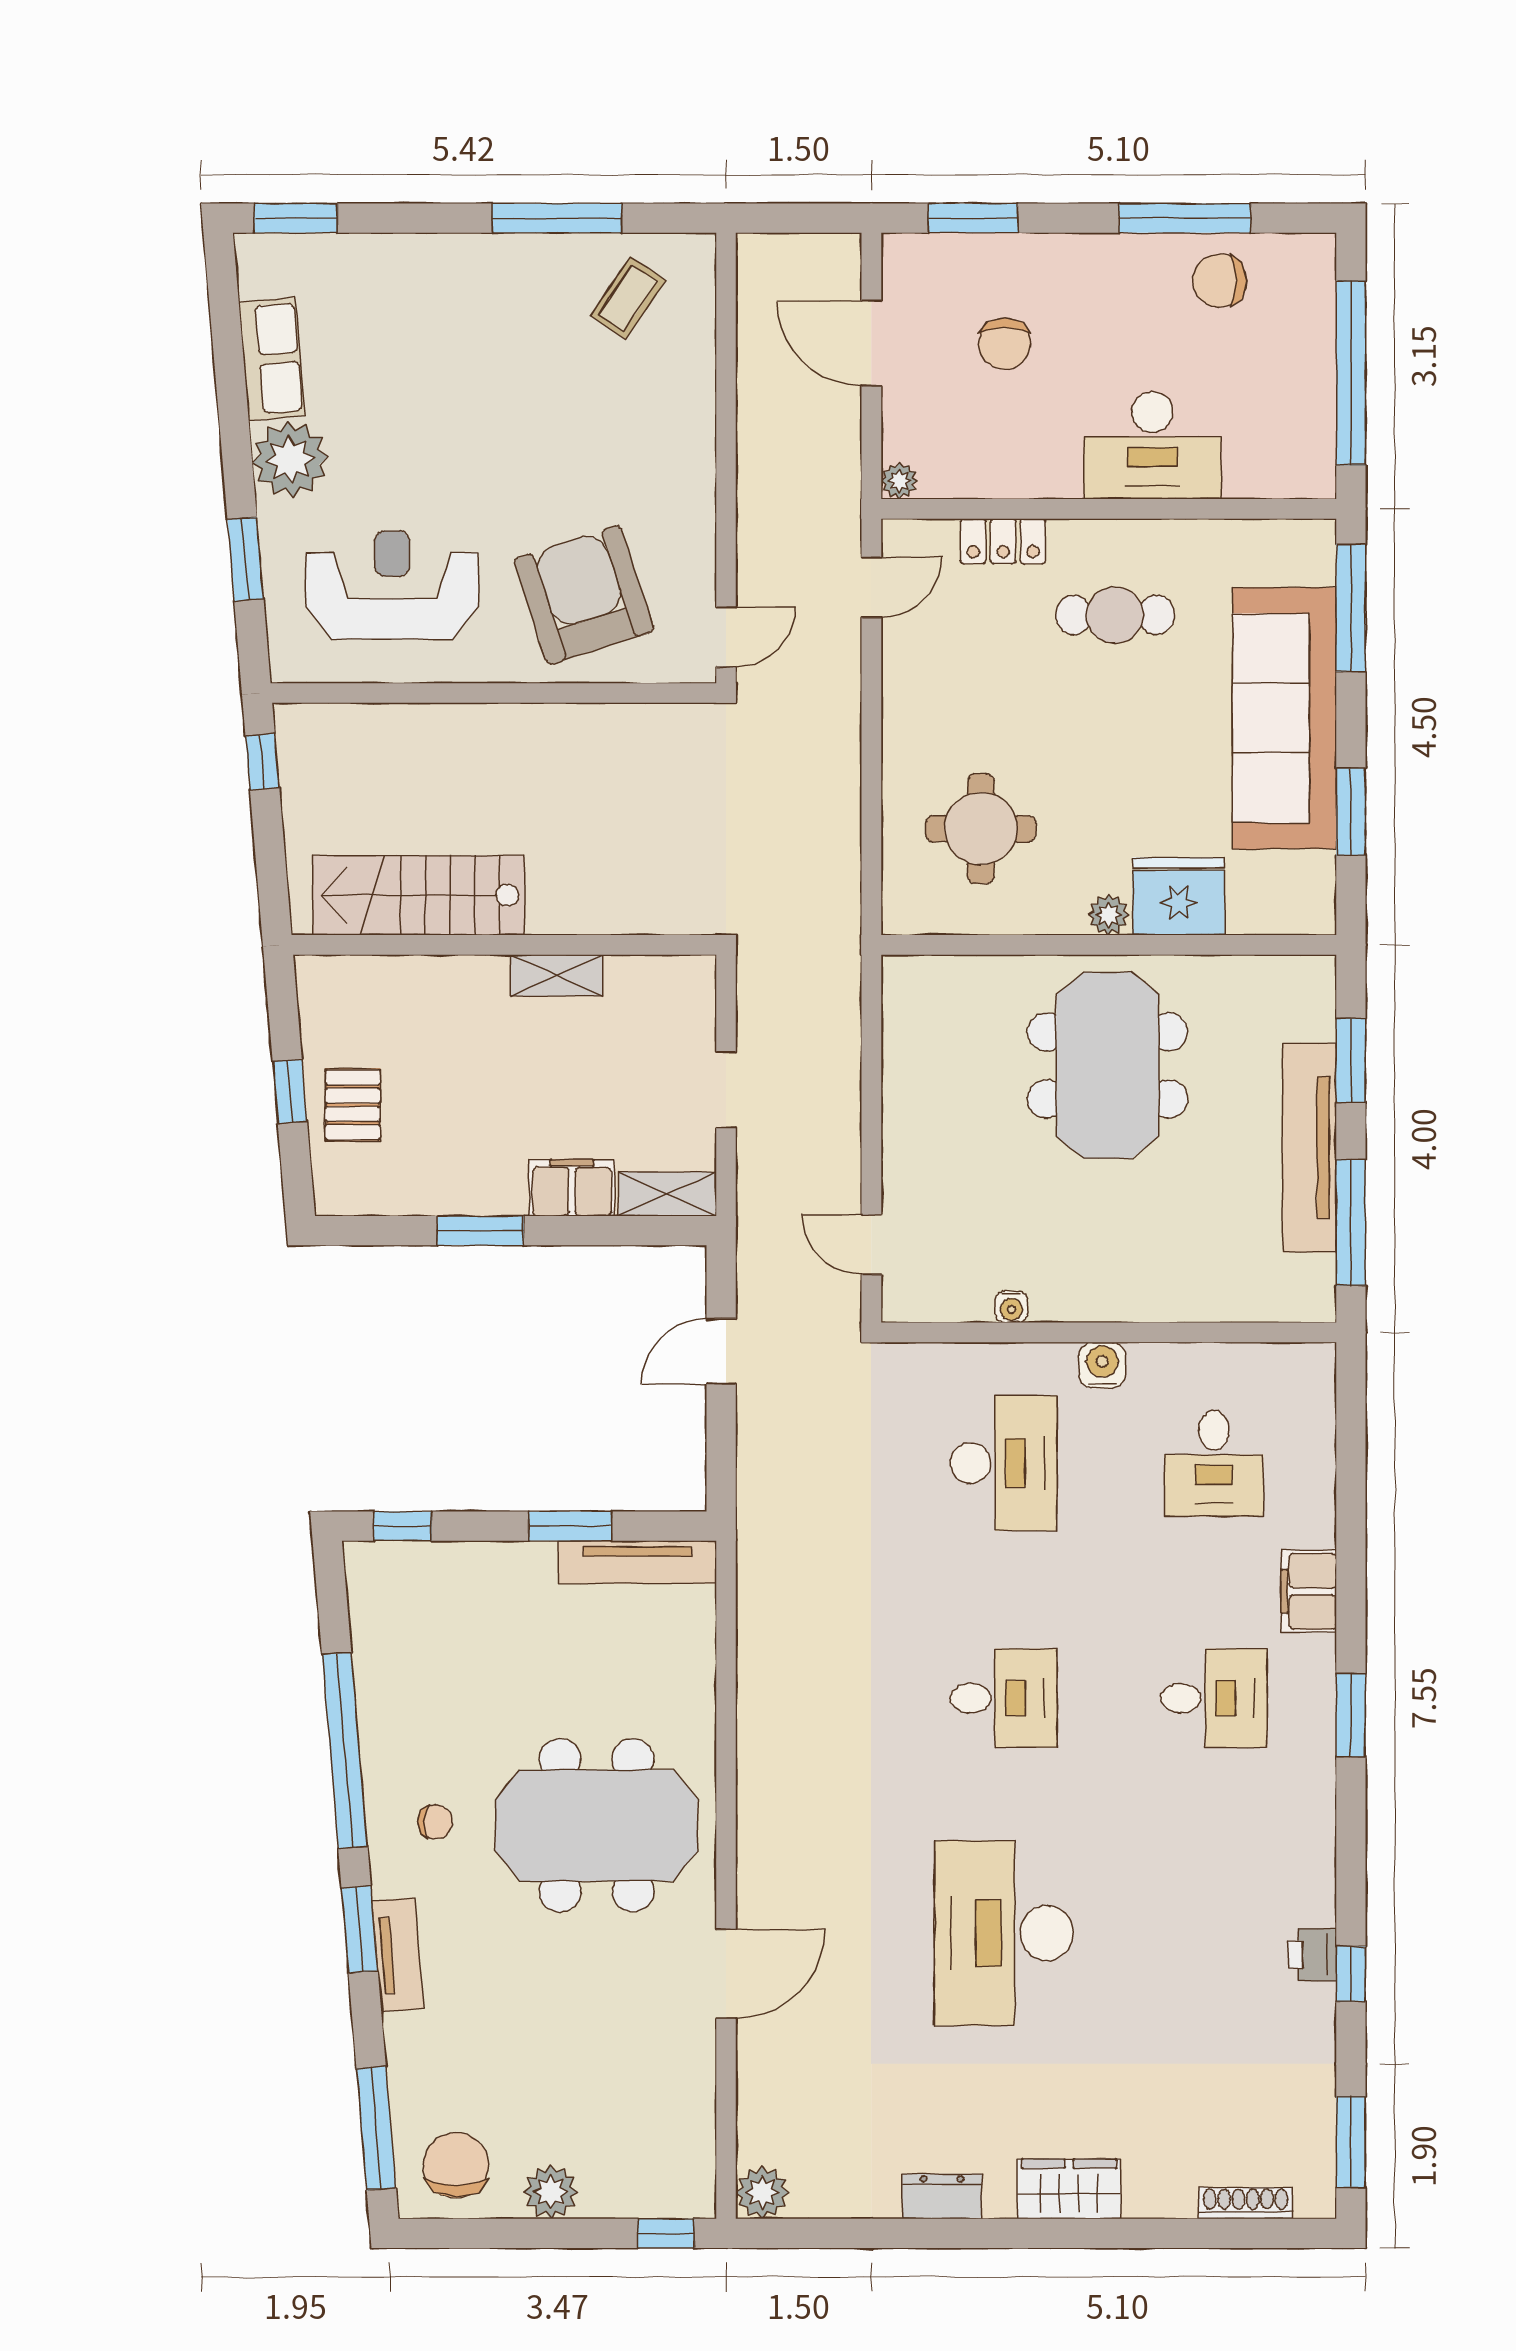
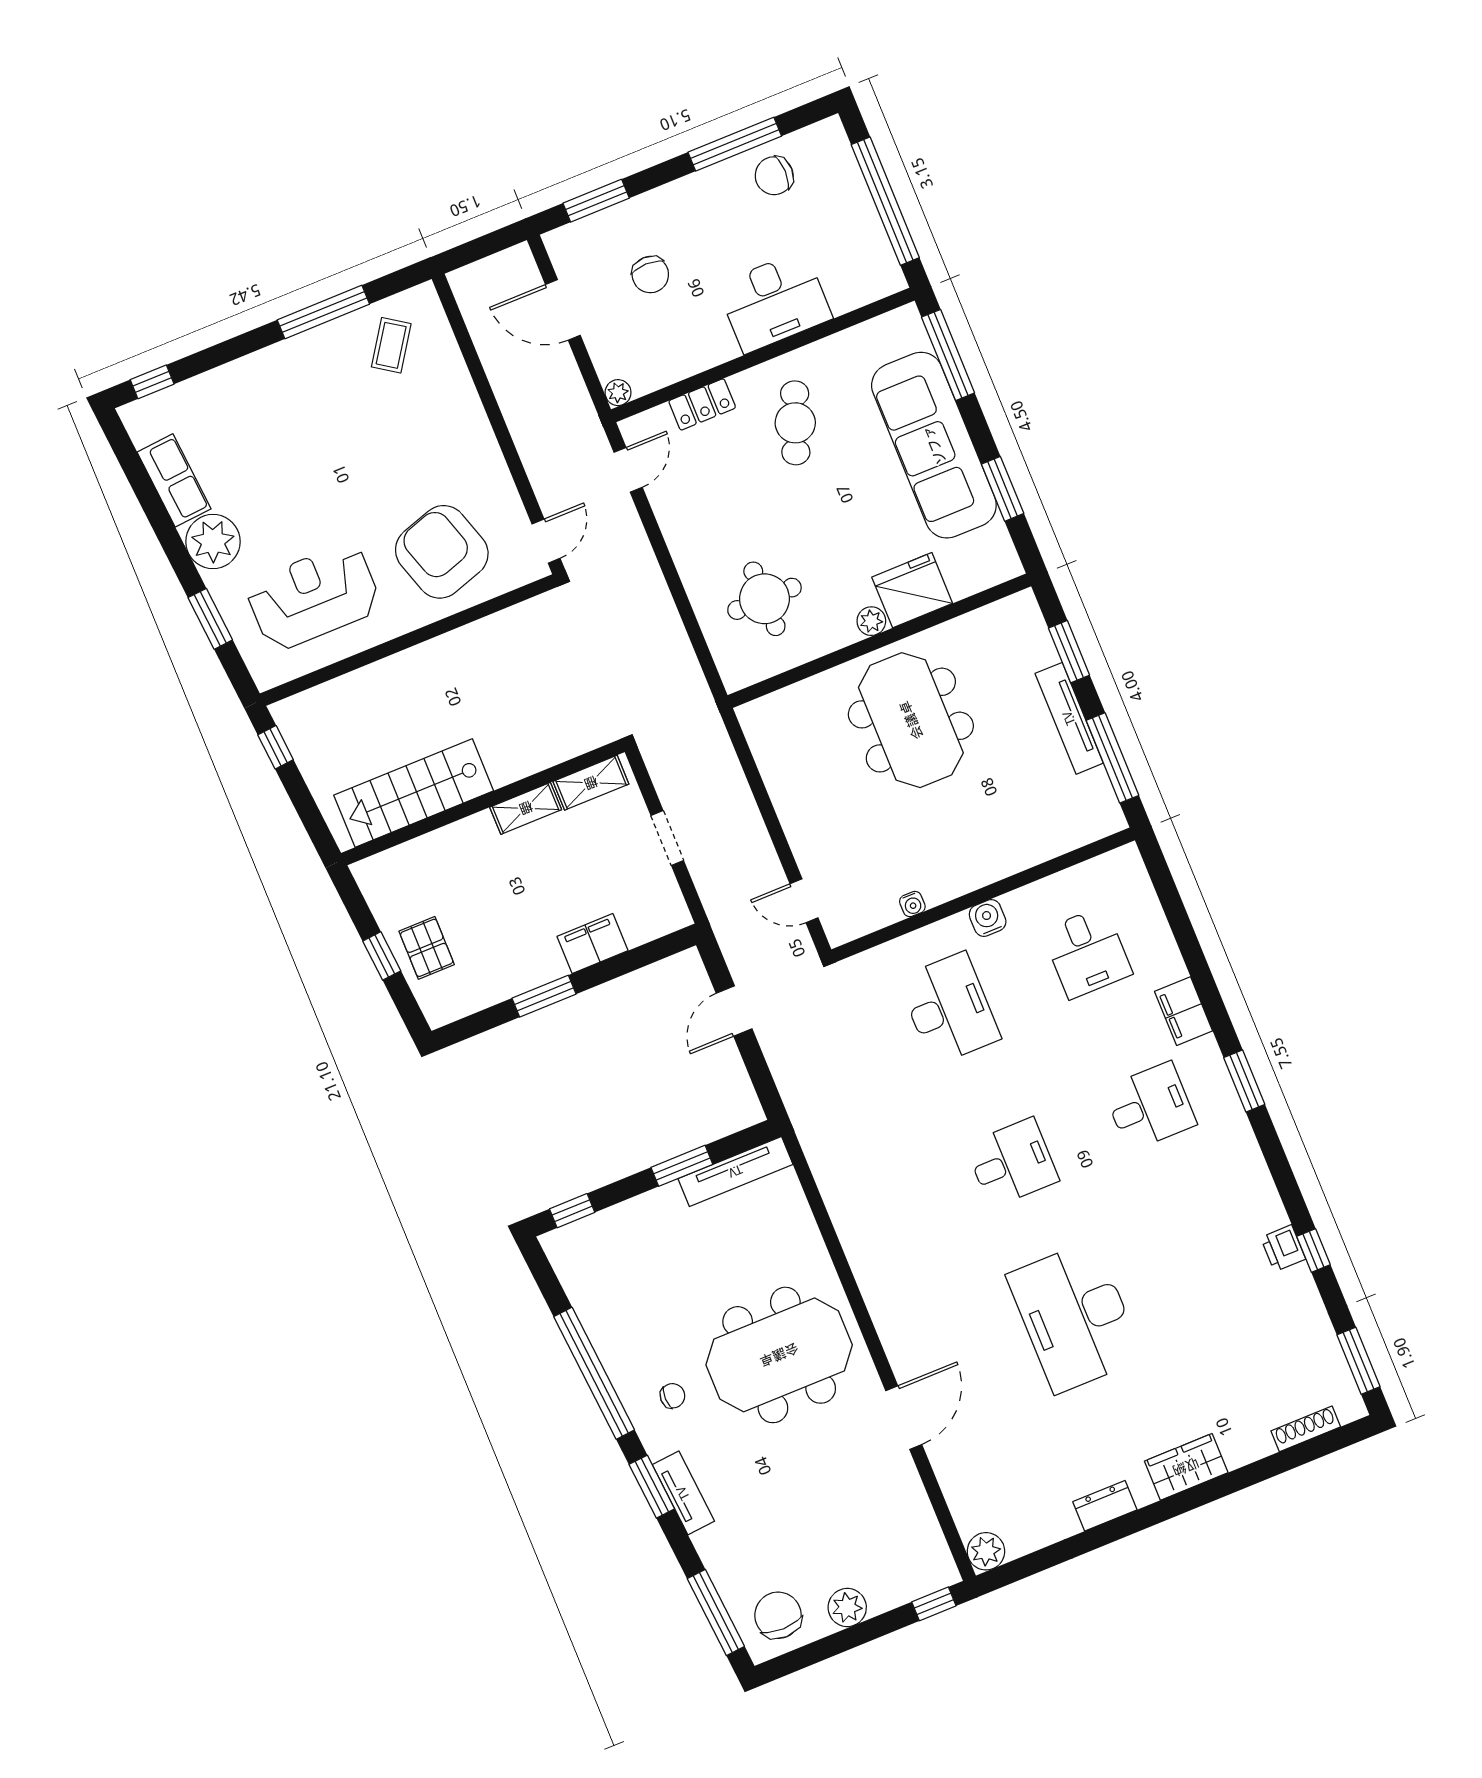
window: (296, 218) -> (152, 382), width x0.67
cafe table: (1115, 615) -> (795, 423), turned -69
tv unit: (1310, 1148) -> (1069, 718), width x0.73, depth x0.78
shelving: (667, 1194) -> (591, 783), moved

